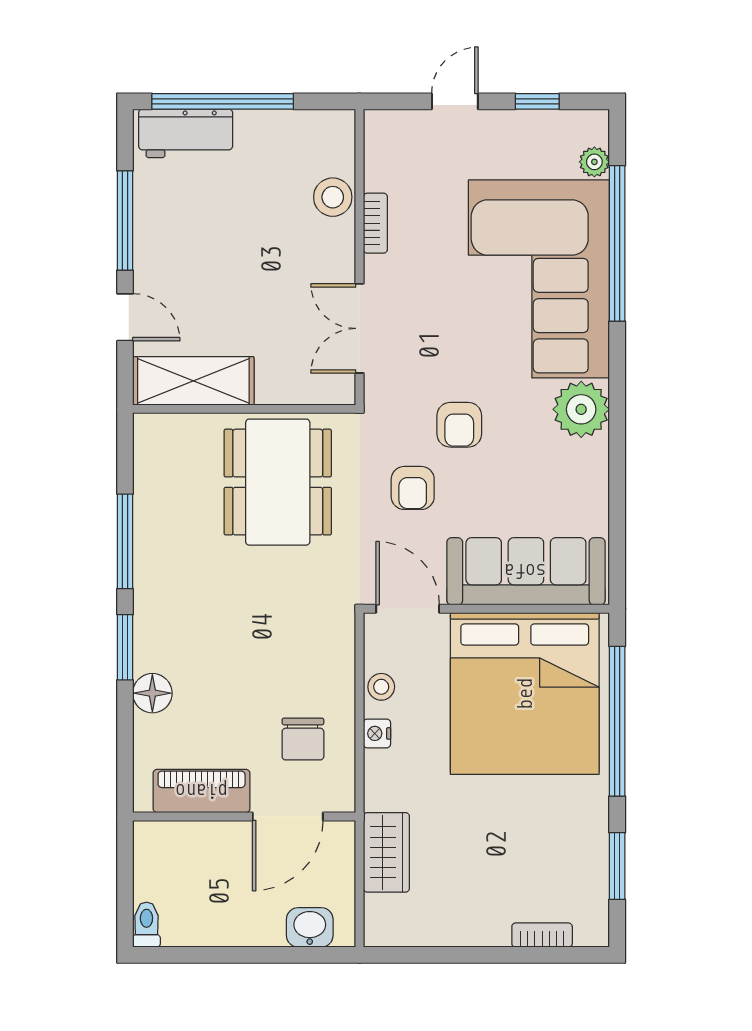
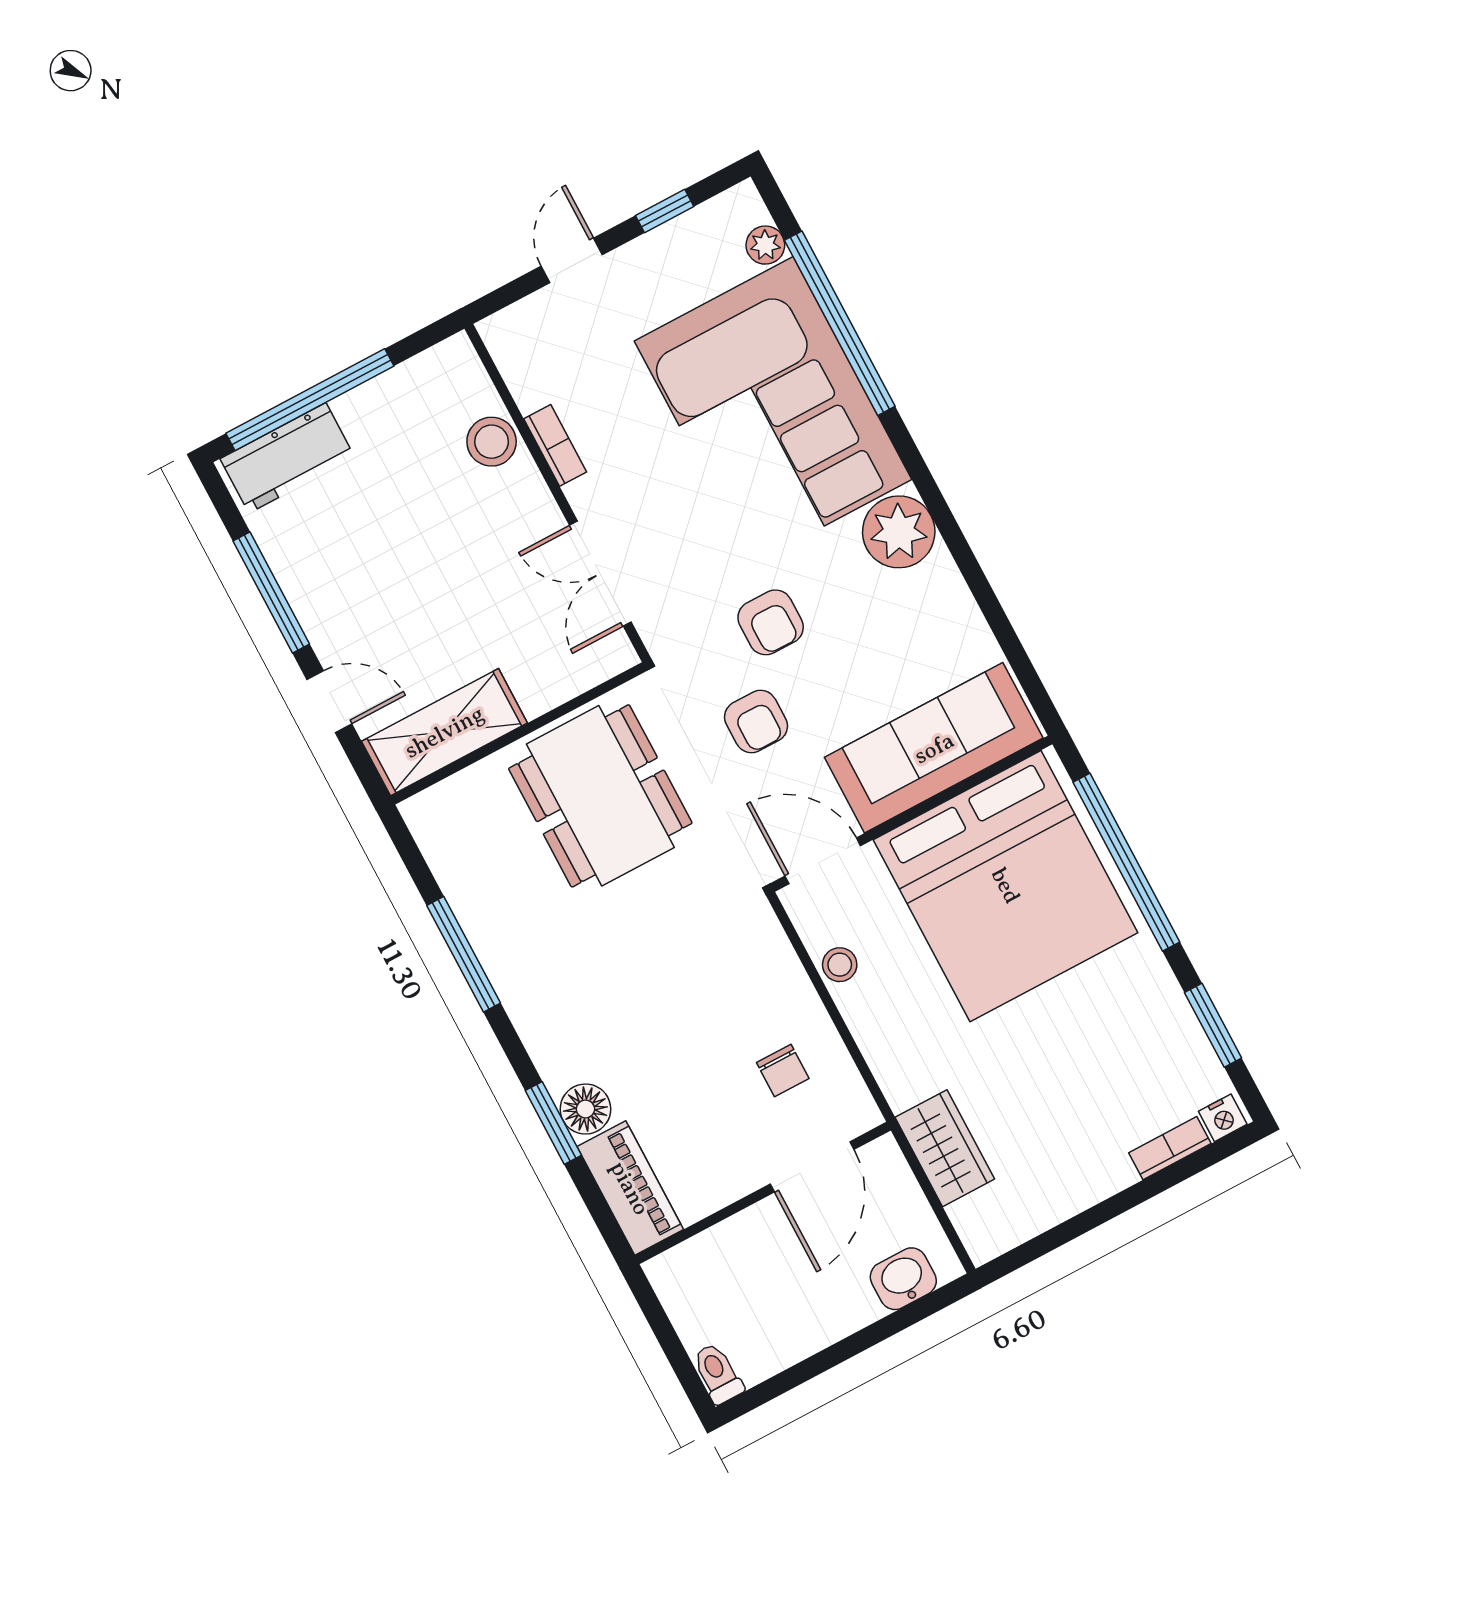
window: (125, 647) -> (553, 1123), moved
nightstand: (377, 733) -> (1223, 1118), moved, turned -90
chair: (303, 739) -> (783, 1070), width x0.73, depth x0.73
piano: (202, 791) -> (630, 1188), moved, turned 90

